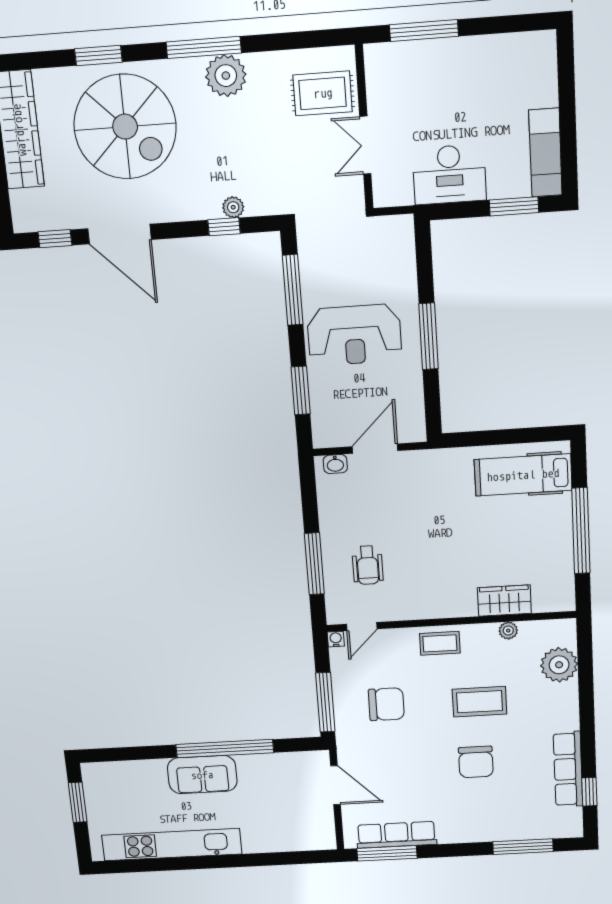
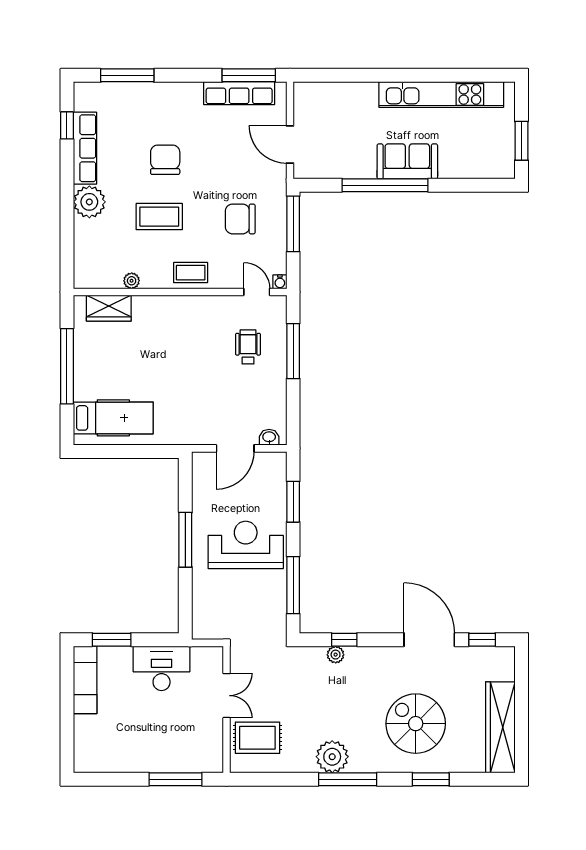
spiral stairs: (125, 127) -> (416, 724), width x0.73, depth x0.73
wardrobe: (504, 601) -> (109, 308), moved
door: (362, 627) -> (257, 292), hinge flipped
plant: (559, 665) -> (89, 202), moved

